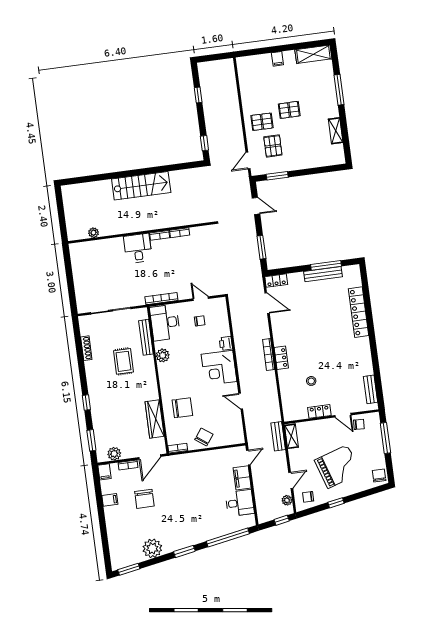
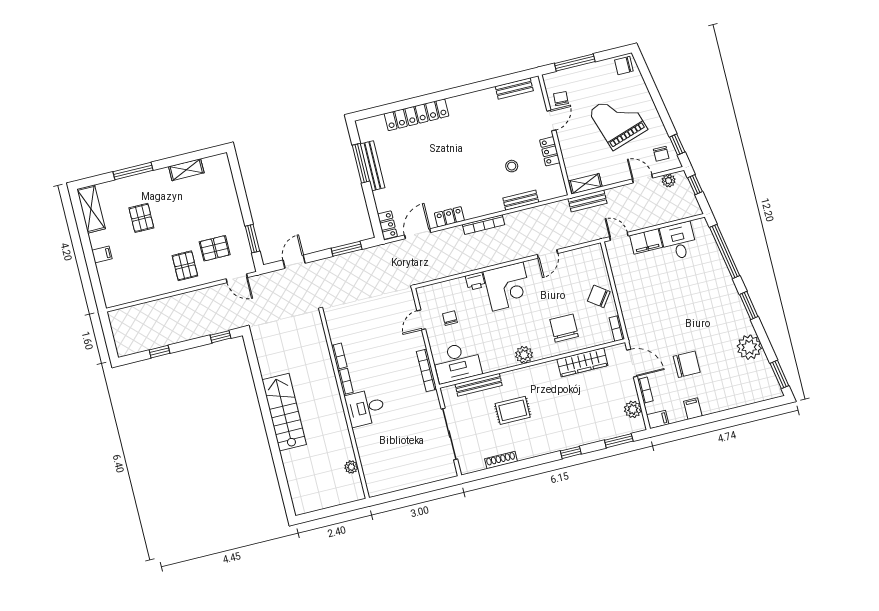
pallet: (289, 110) -> (141, 218), moved
plant: (163, 355) -> (524, 355), moved
locker: (281, 358) -> (449, 217), moved
bench: (284, 385) -> (521, 200), added
window: (336, 503) -> (677, 144), moved

